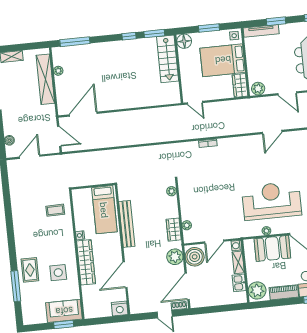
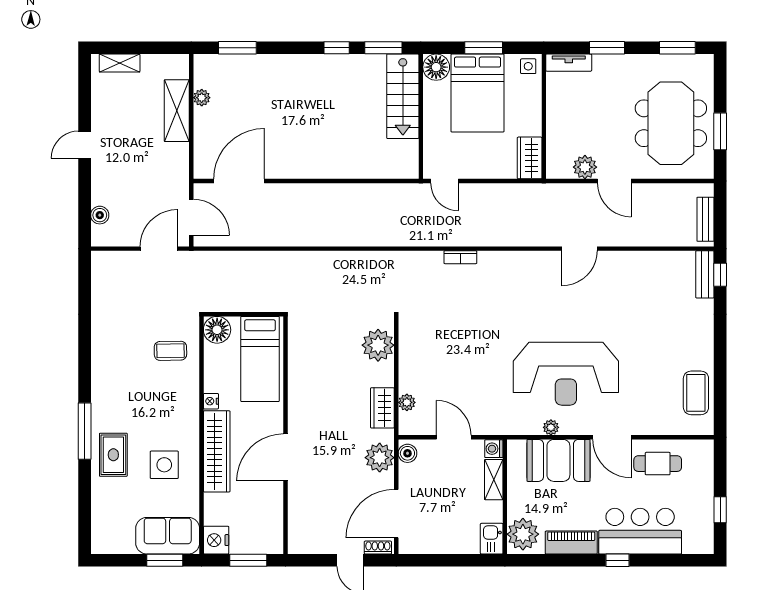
tv unit: (261, 31) -> (569, 63), width x0.71
window: (75, 42) -> (237, 48), width x0.69
bed: (223, 60) -> (477, 93), moved, turned -90
shelving: (45, 79) -> (177, 111), width x0.68
plant: (258, 89) -> (585, 167), moved
door: (30, 157) -> (159, 249), moved
plant: (172, 191) -> (378, 345), width x1.87, depth x1.87
floor lamp: (79, 196) -> (217, 330), added
reception desk: (272, 201) -> (566, 374), turned 180
bench: (127, 224) -> (298, 389), removed
door: (214, 242) -> (454, 437), swing flipped
boiler: (195, 257) -> (407, 453), width x0.54, depth x0.54
door: (125, 275) -> (286, 457), moved
kitchen sink: (239, 283) -> (492, 539), moved
window: (16, 286) -> (85, 431), moved
nightstand: (120, 308) -> (216, 540), moved, turned 90
window: (109, 320) -> (248, 560), added

